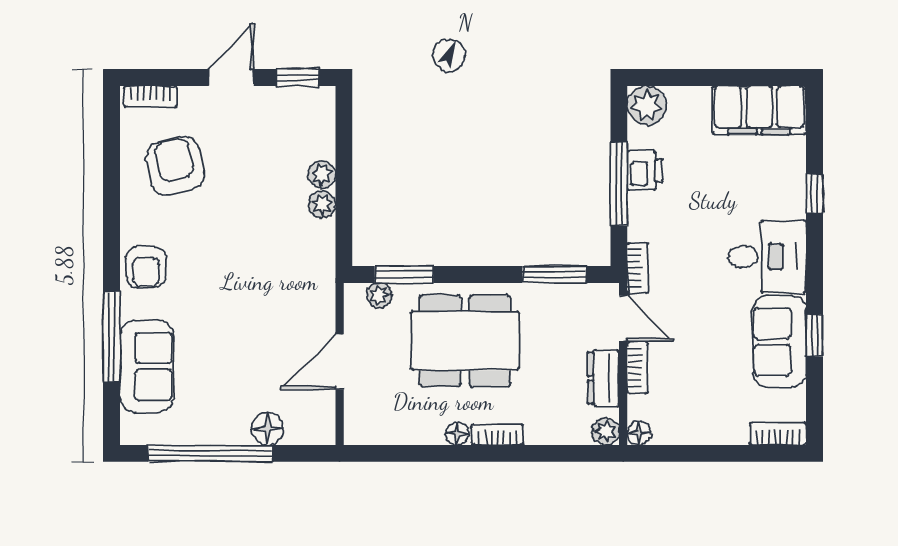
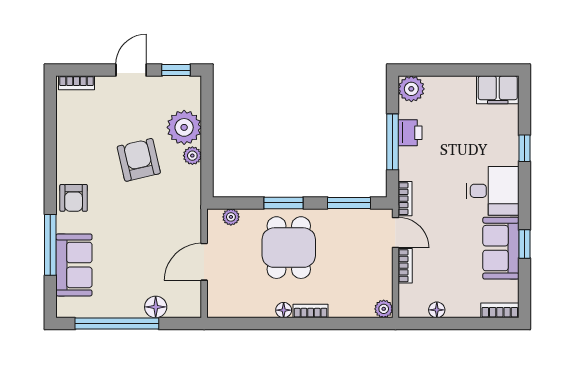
filing cabinet: (759, 110) -> (498, 90), width x0.67, depth x0.86
armchair: (175, 166) -> (139, 160), moved
plant: (322, 174) -> (184, 127), width x1.87, depth x1.87
window: (404, 274) -> (284, 203), moved
dining table: (465, 341) -> (289, 248), width x0.73
dresser: (603, 378) -> (382, 273), removed
floor lamp: (639, 433) -> (437, 310), moved

